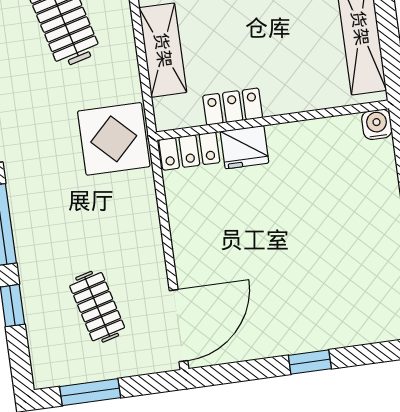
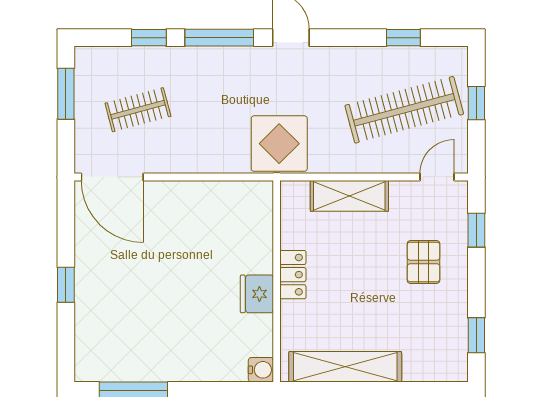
locker: (233, 107) -> (293, 275), moved
fridge: (245, 147) -> (257, 294), moved
locker: (189, 151) -> (260, 207), removed

